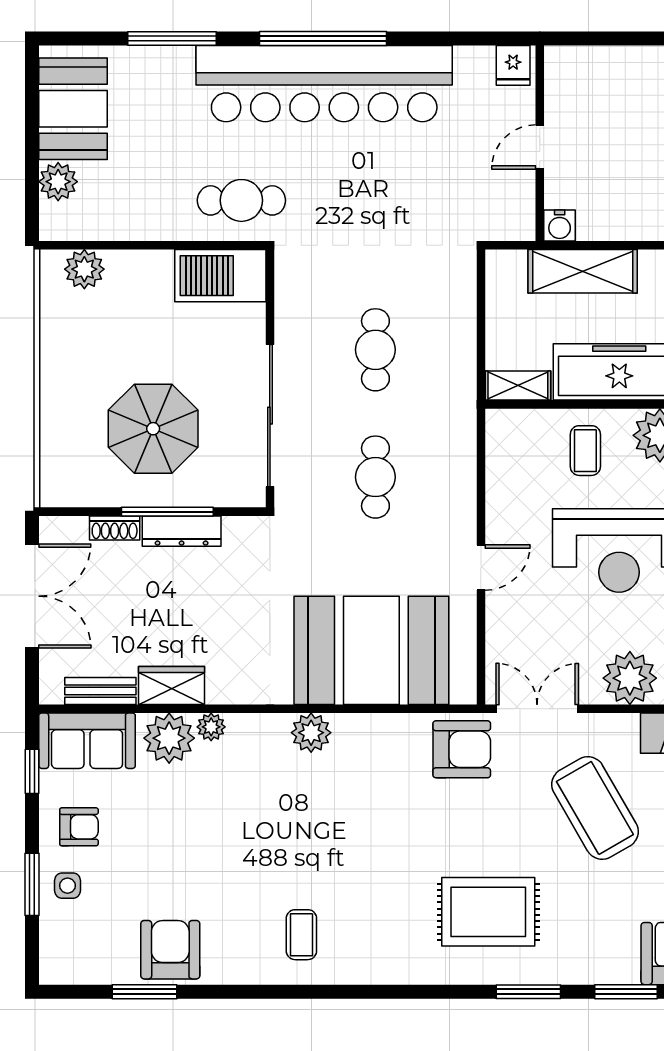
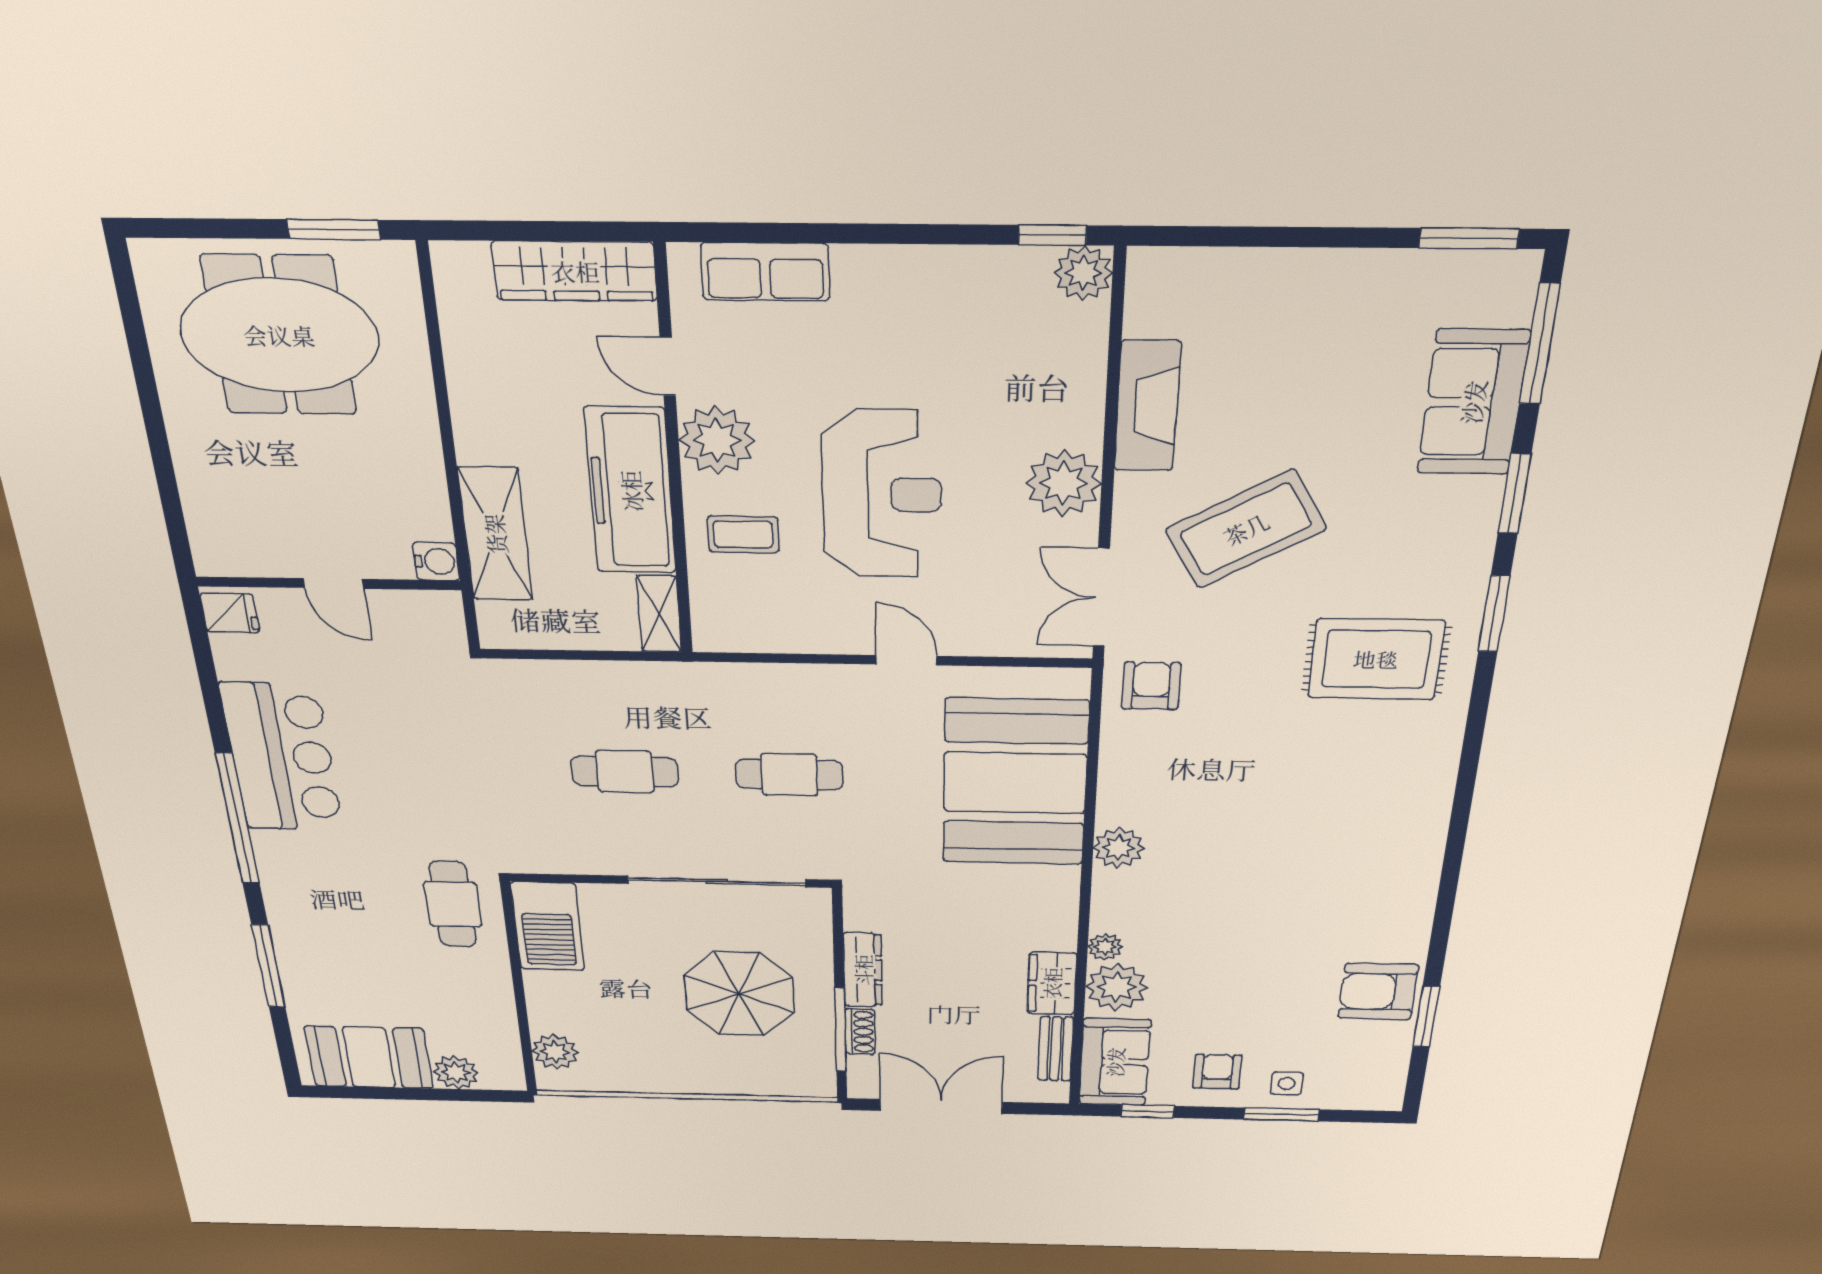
bar counter: (324, 84) -> (282, 757), width x0.54
window: (167, 512) -> (840, 1030), moved
armchair: (462, 749) -> (1151, 686), width x0.72, depth x0.72
rug: (488, 912) -> (1376, 659), turned 90
coffee table: (301, 935) -> (1378, 863), removed

